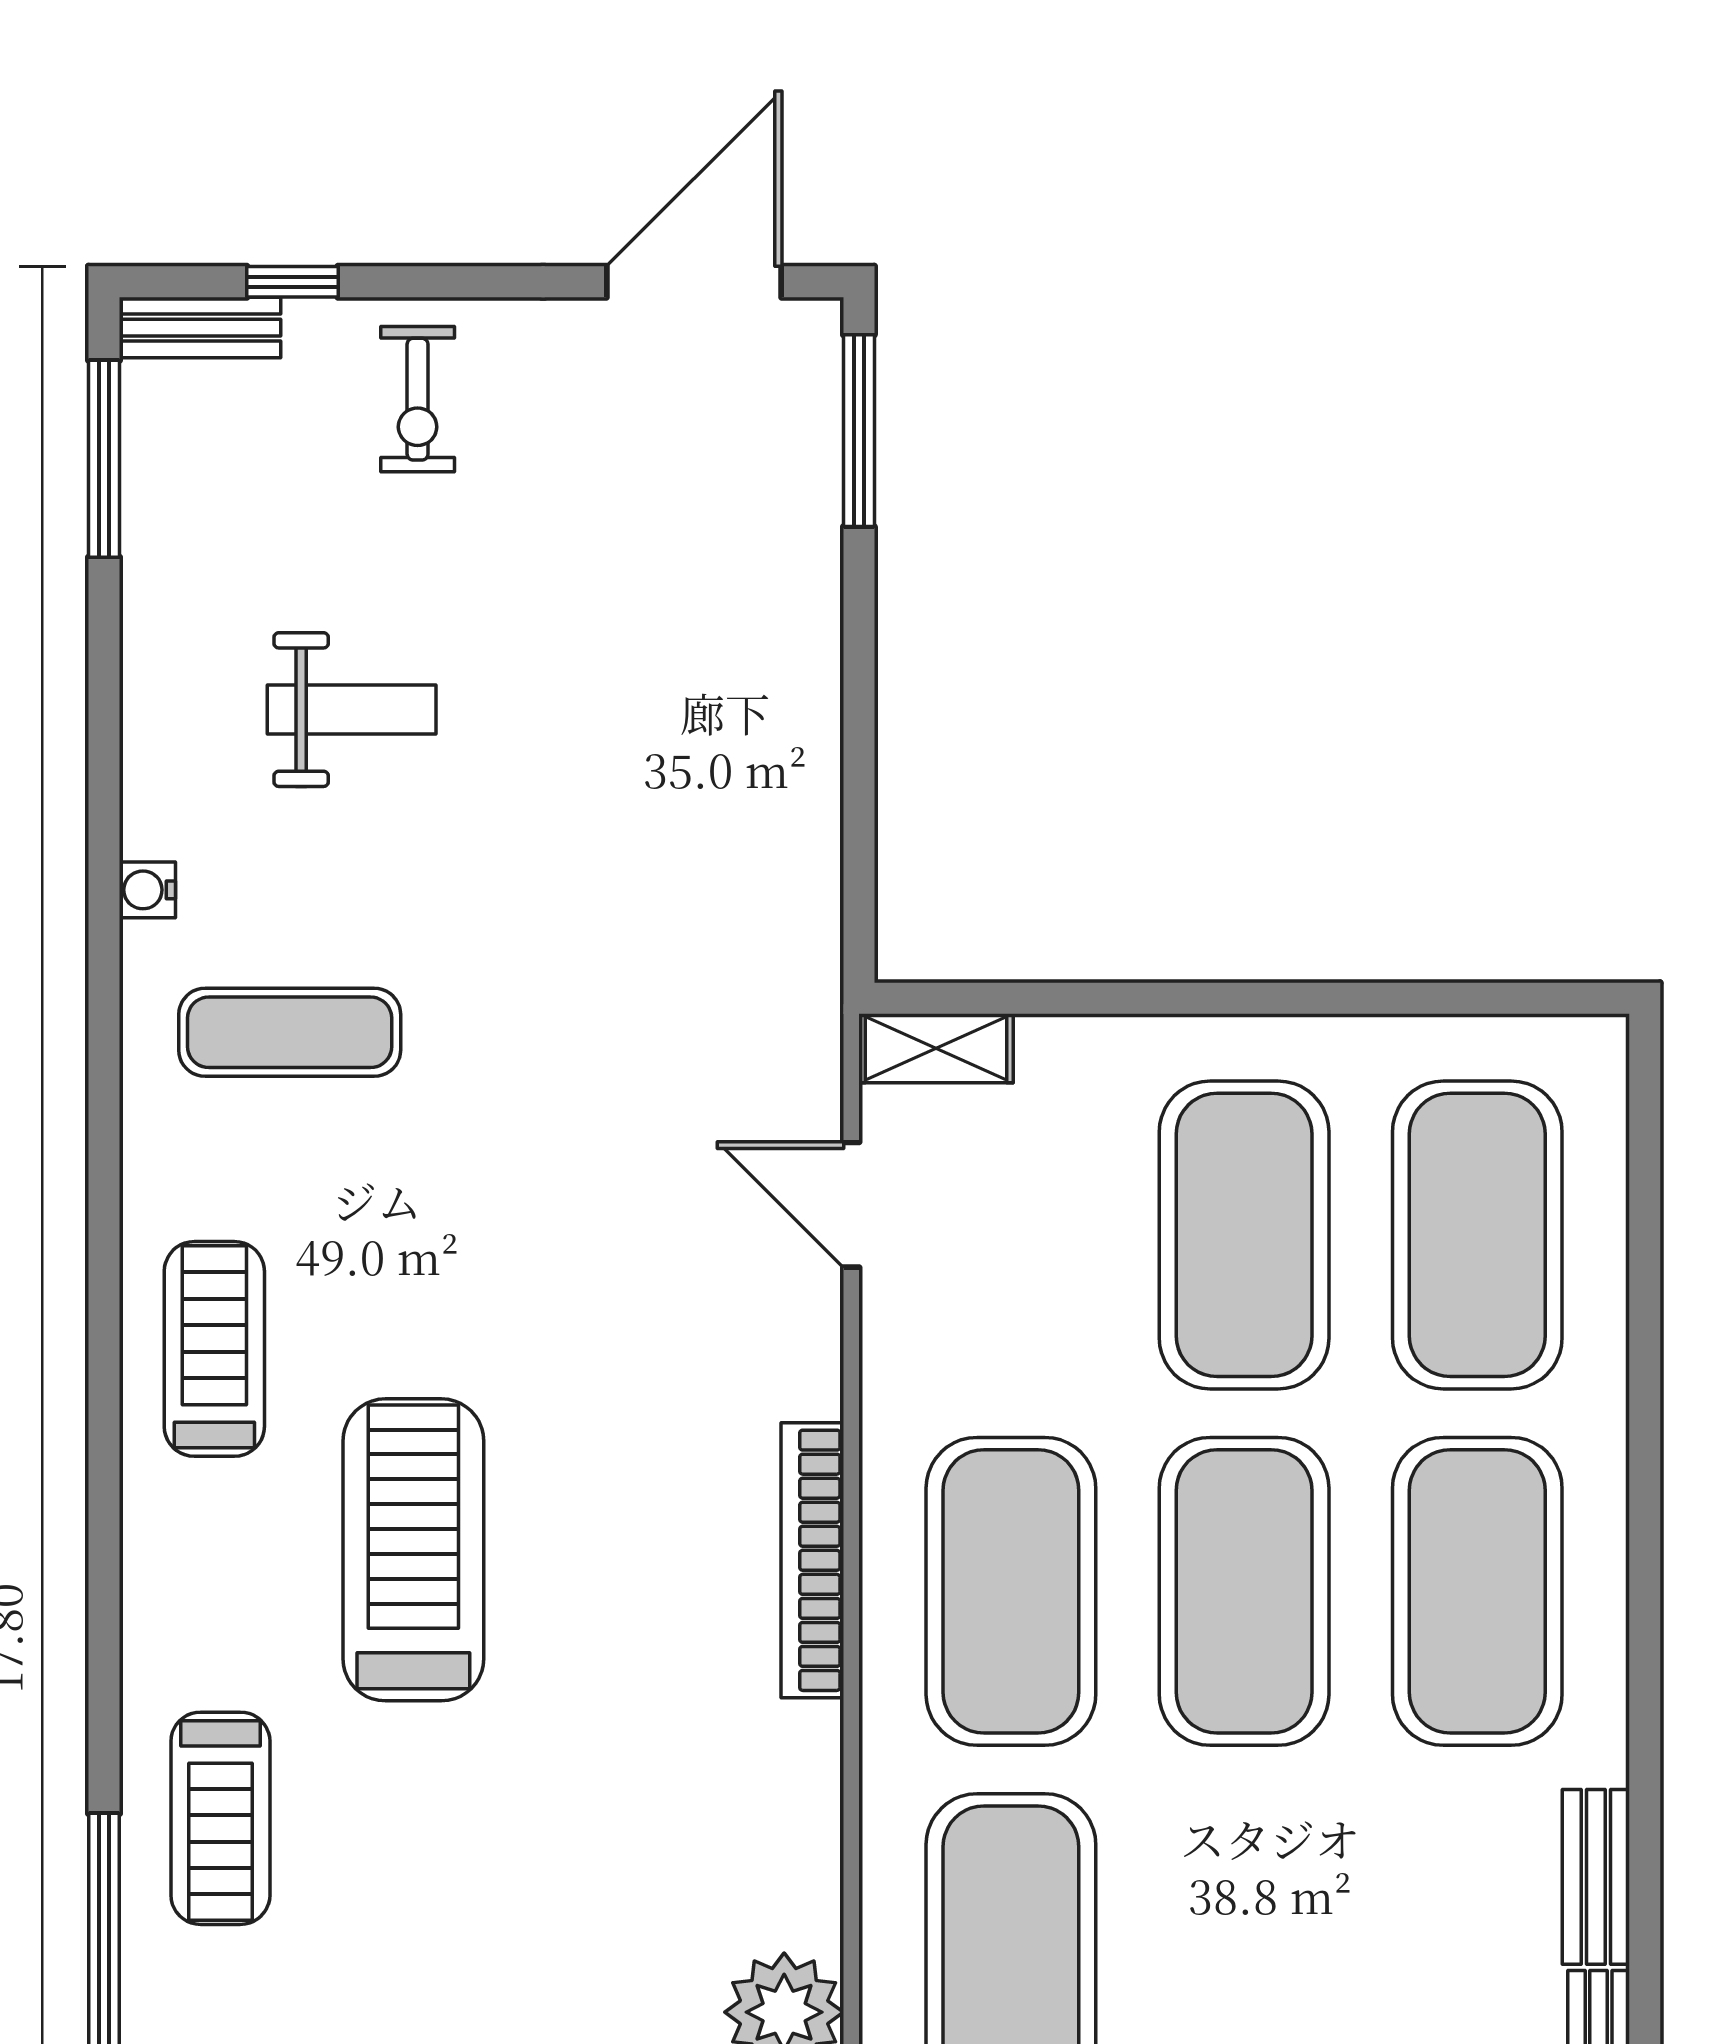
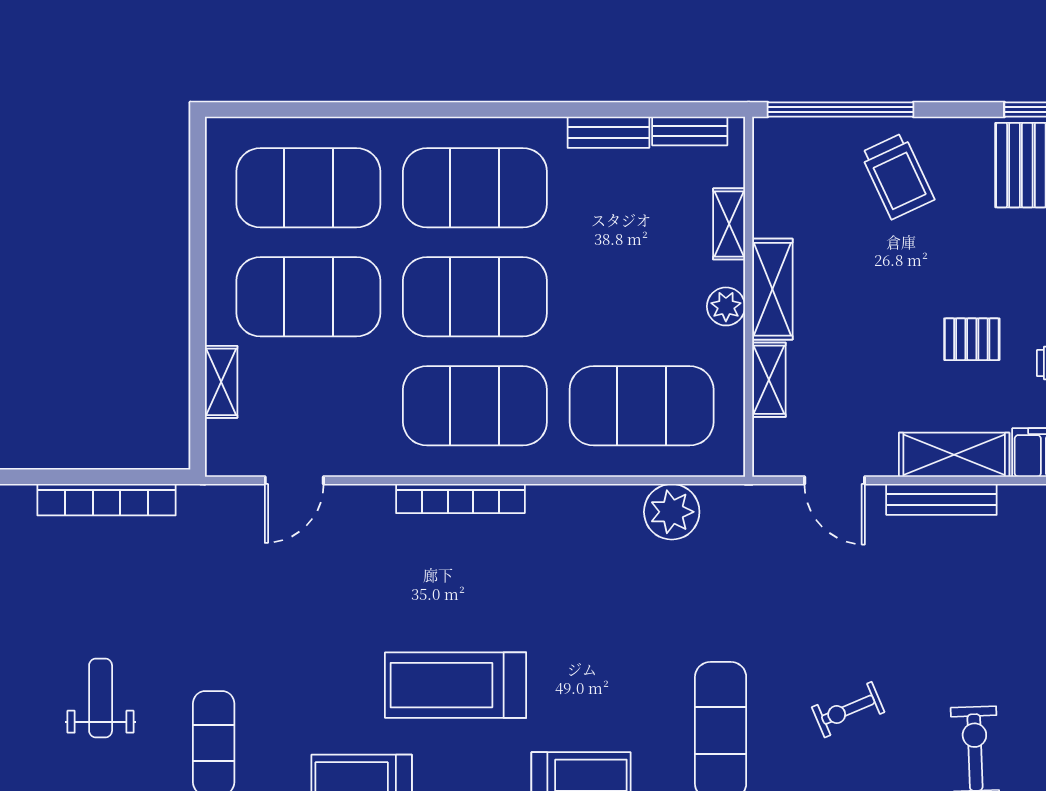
weight bench: (352, 710) -> (101, 698), moved
bookcase: (810, 803) -> (106, 500), added
shelving: (936, 1048) -> (221, 382), moved

